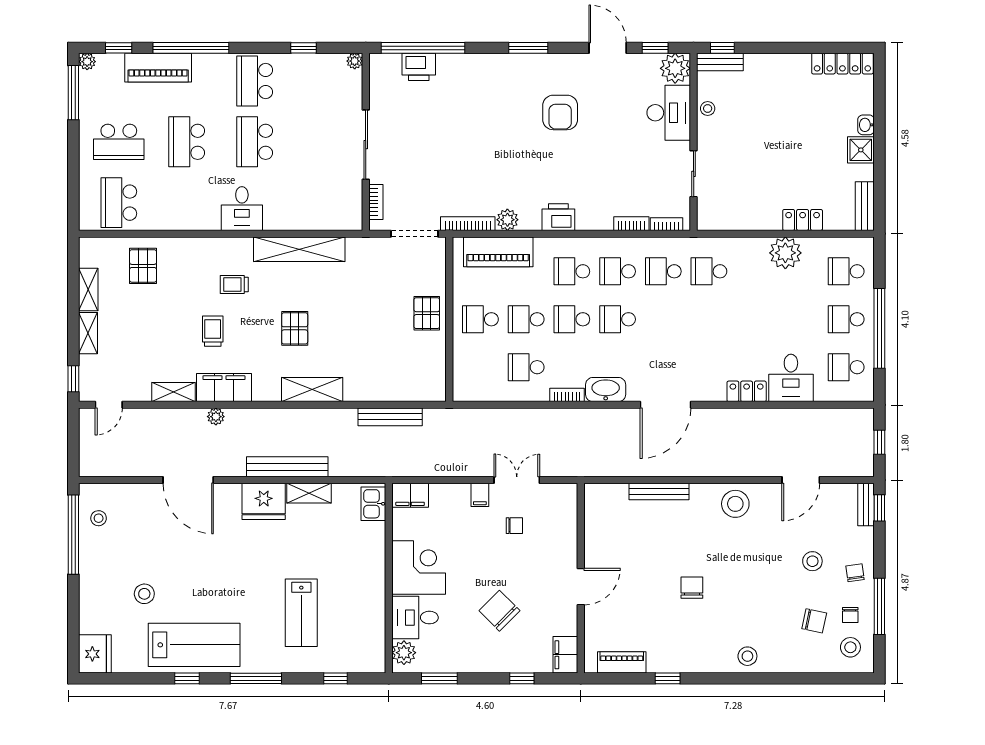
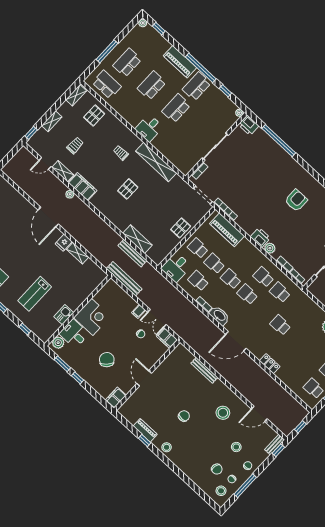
window: (191, 48) -> (201, 68), moved
window: (423, 48) -> (279, 141), moved
window: (528, 48) -> (306, 166), removed
printer: (419, 67) -> (249, 125), moved
piano: (158, 68) -> (180, 62), moved
window: (73, 93) -> (107, 51), moved
armchair: (560, 112) -> (296, 200), turned 180
school desk: (119, 142) -> (127, 63), turned 90
school desk: (119, 203) -> (107, 84), turned 90
plant: (507, 220) -> (270, 248), moved
school desk: (572, 271) -> (247, 262), removed
school desk: (709, 271) -> (280, 325), moved
shelving: (88, 290) -> (76, 95), moved
trolley: (213, 331) -> (75, 145), moved
desk: (791, 378) -> (176, 267), moved
shelving: (312, 390) -> (137, 239), moved
door: (109, 405) -> (45, 163), moved
bench: (287, 467) -> (124, 279), moved
door: (188, 480) -> (48, 217), moved
double door: (517, 480) -> (157, 318), swing flipped
filing cabinet: (410, 495) -> (167, 338), moved
fridge: (264, 501) -> (64, 243), width x0.53, depth x0.75
kitchen sink: (373, 504) -> (64, 315), moved
stool: (735, 504) -> (223, 413), moved
door: (581, 587) -> (144, 378), swing flipped
stool: (747, 656) -> (167, 447), moved
piano: (622, 662) -> (145, 430), moved
window: (522, 678) -> (78, 378), moved

